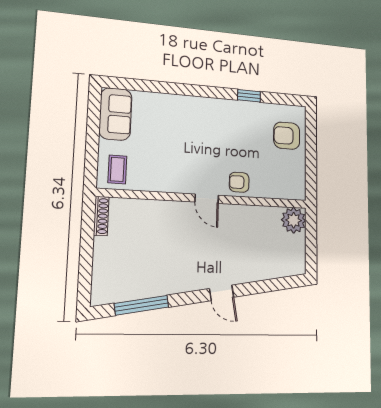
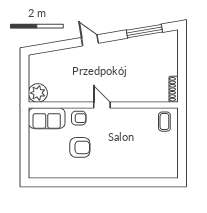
window: (249, 96) -> (72, 182), removed
sofa: (116, 114) -> (47, 118), moved, turned -90
armchair: (287, 136) -> (80, 147), moved

